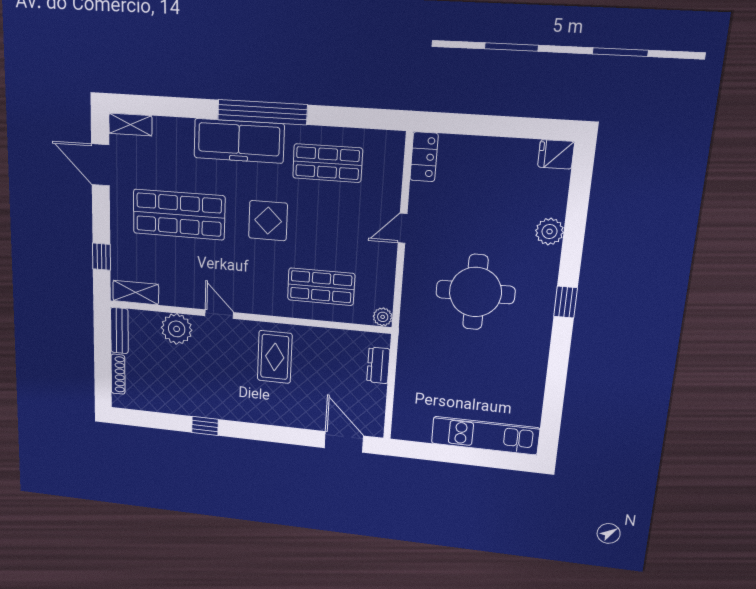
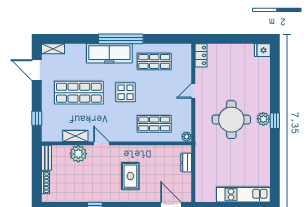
plant: (550, 232) -> (263, 119), moved
shelving: (136, 293) -> (75, 136), moved
rug: (275, 357) -> (130, 176), moved

